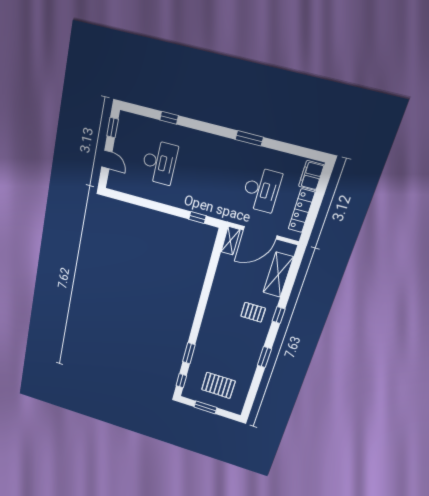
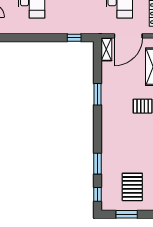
window: (207, 286) -> (97, 94), added
pallet: (218, 385) -> (132, 187), turned 90

